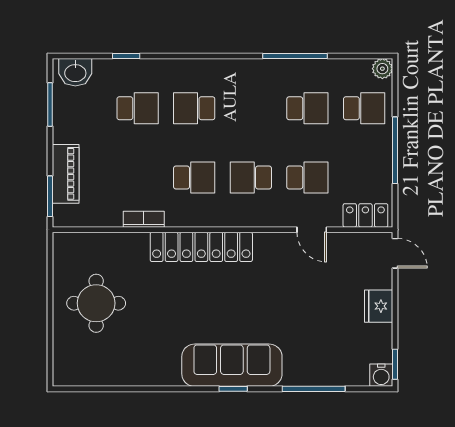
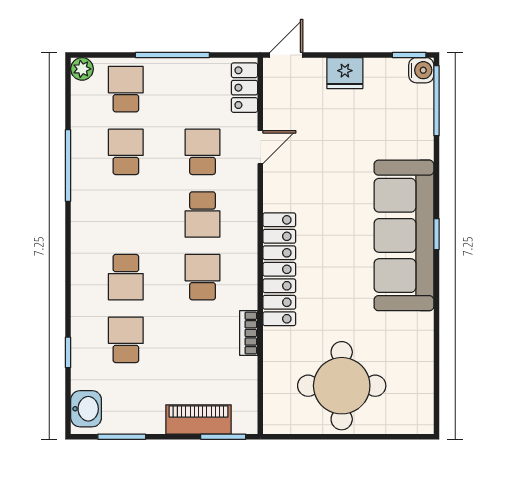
round table: (96, 303) -> (342, 386), width x1.36, depth x1.36
sofa: (232, 365) -> (404, 235), width x1.36, depth x1.27
window: (314, 389) -> (436, 101), moved

